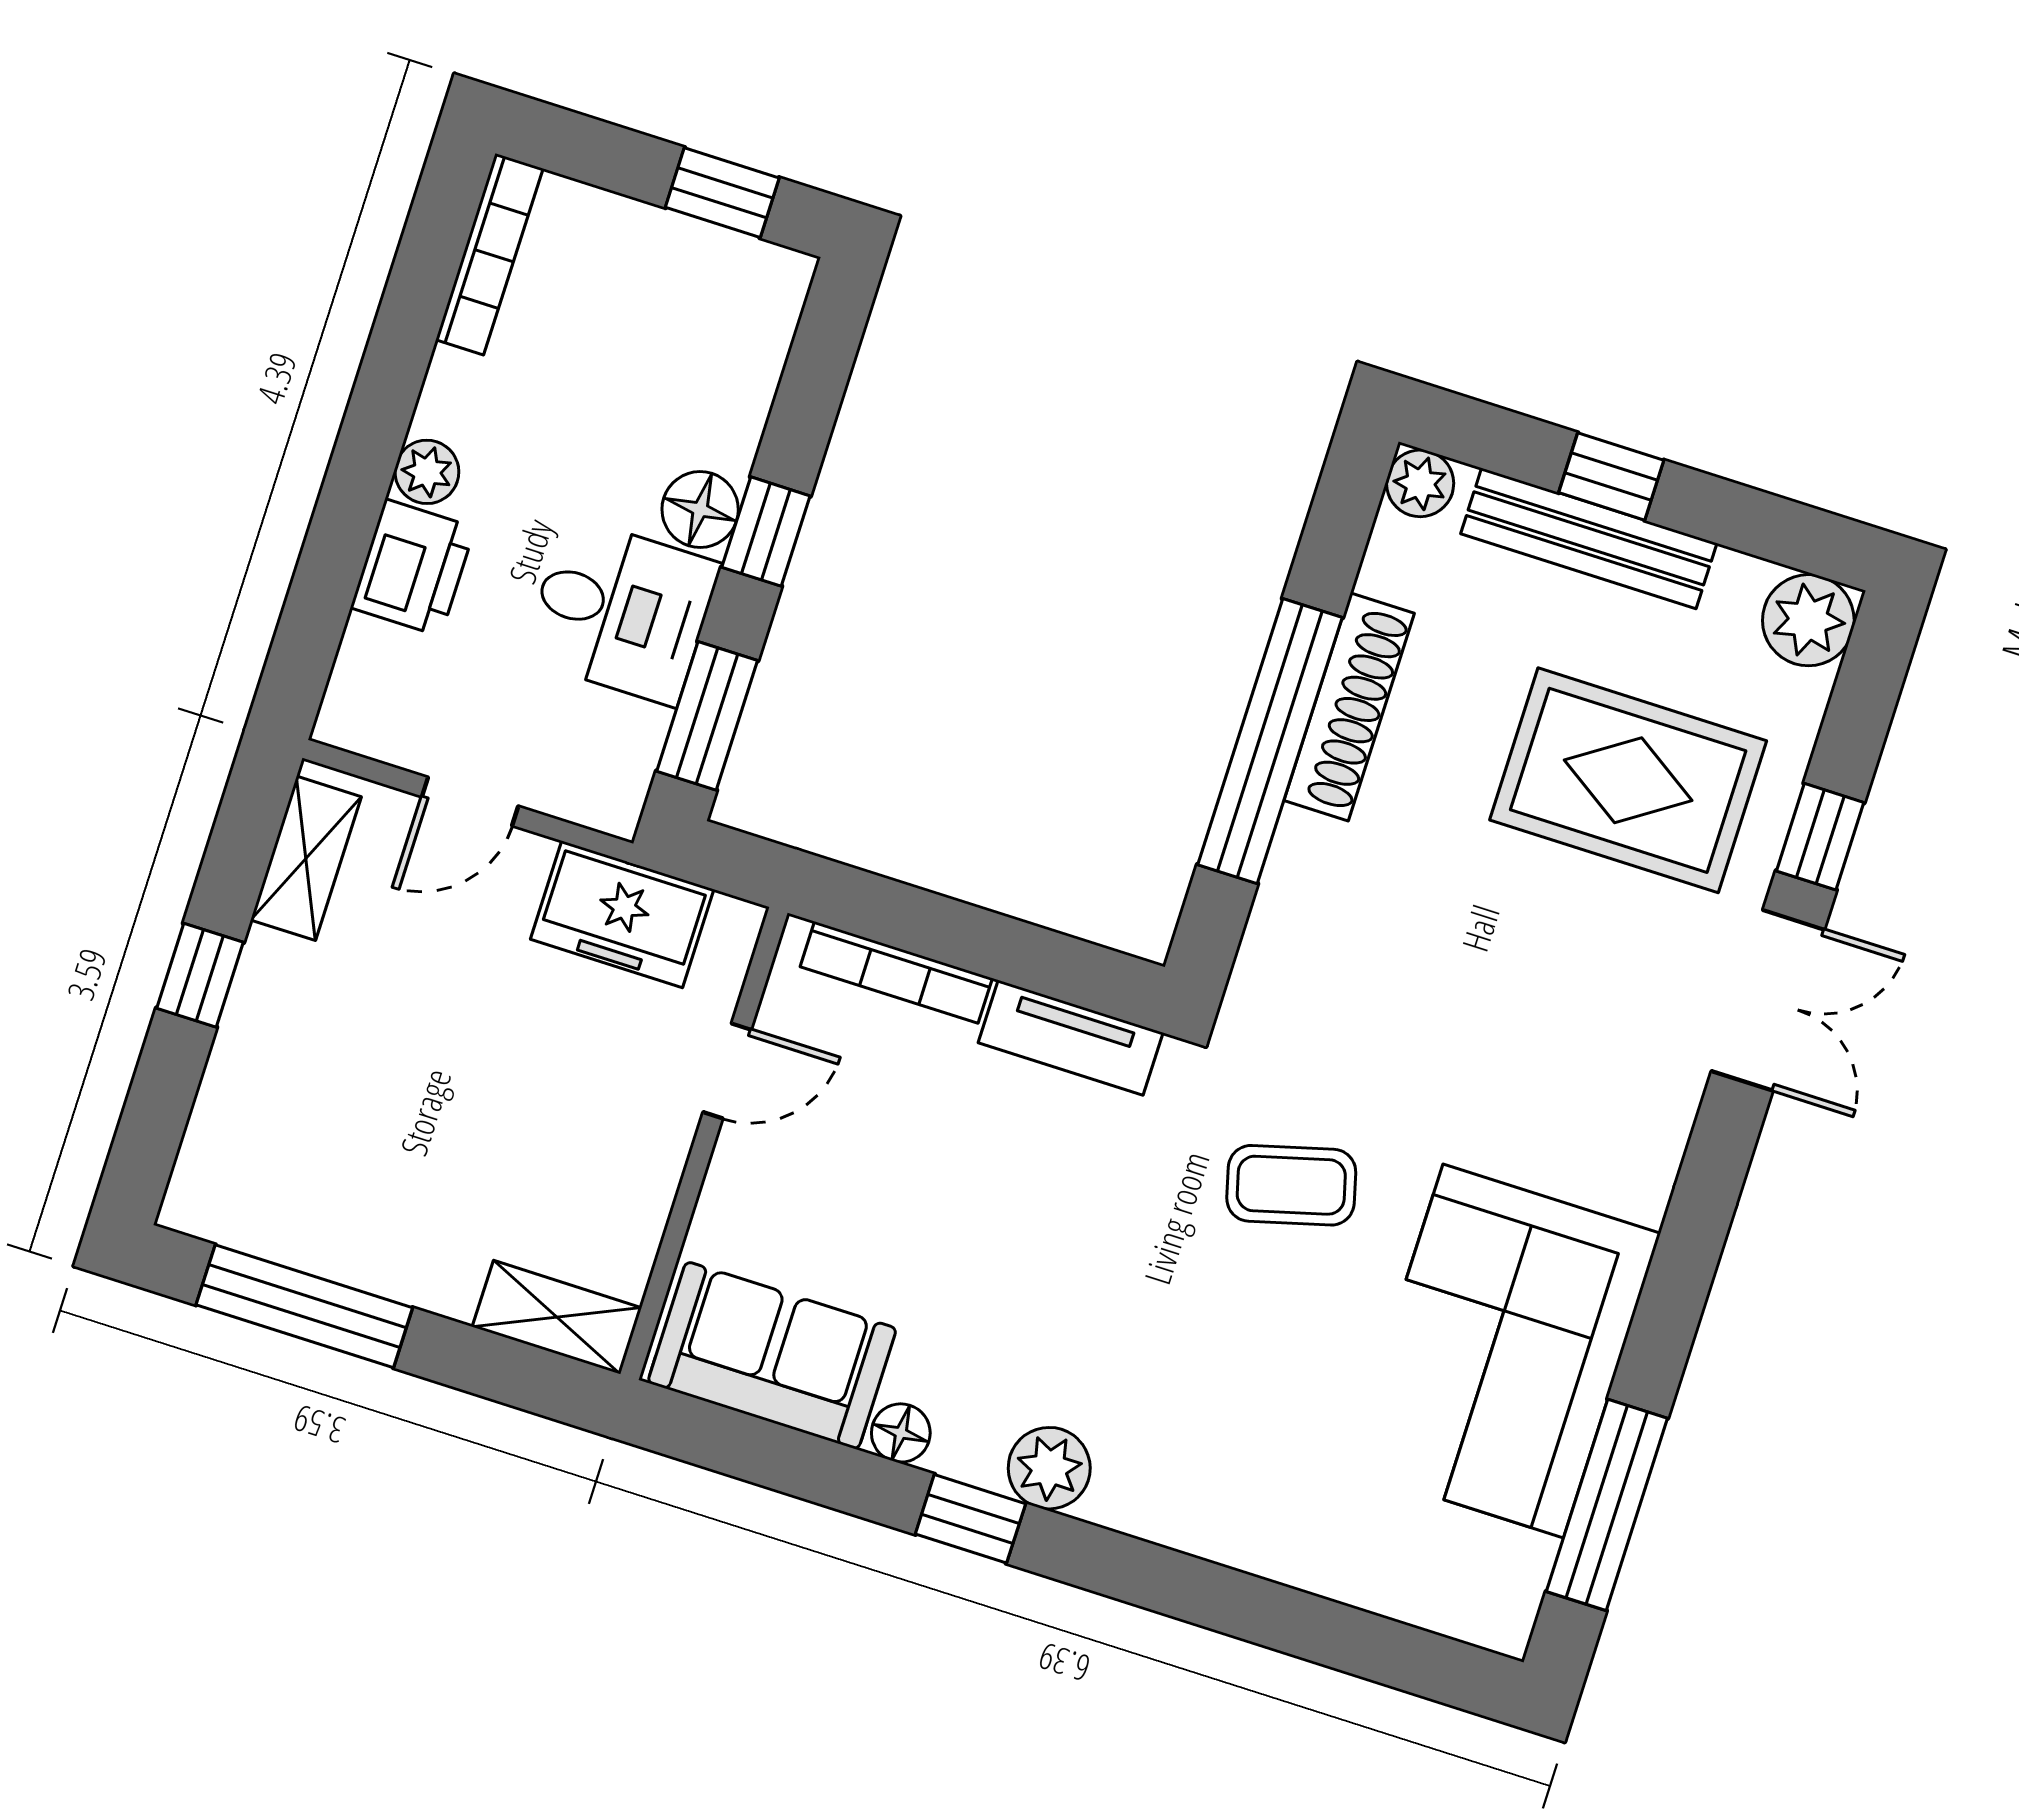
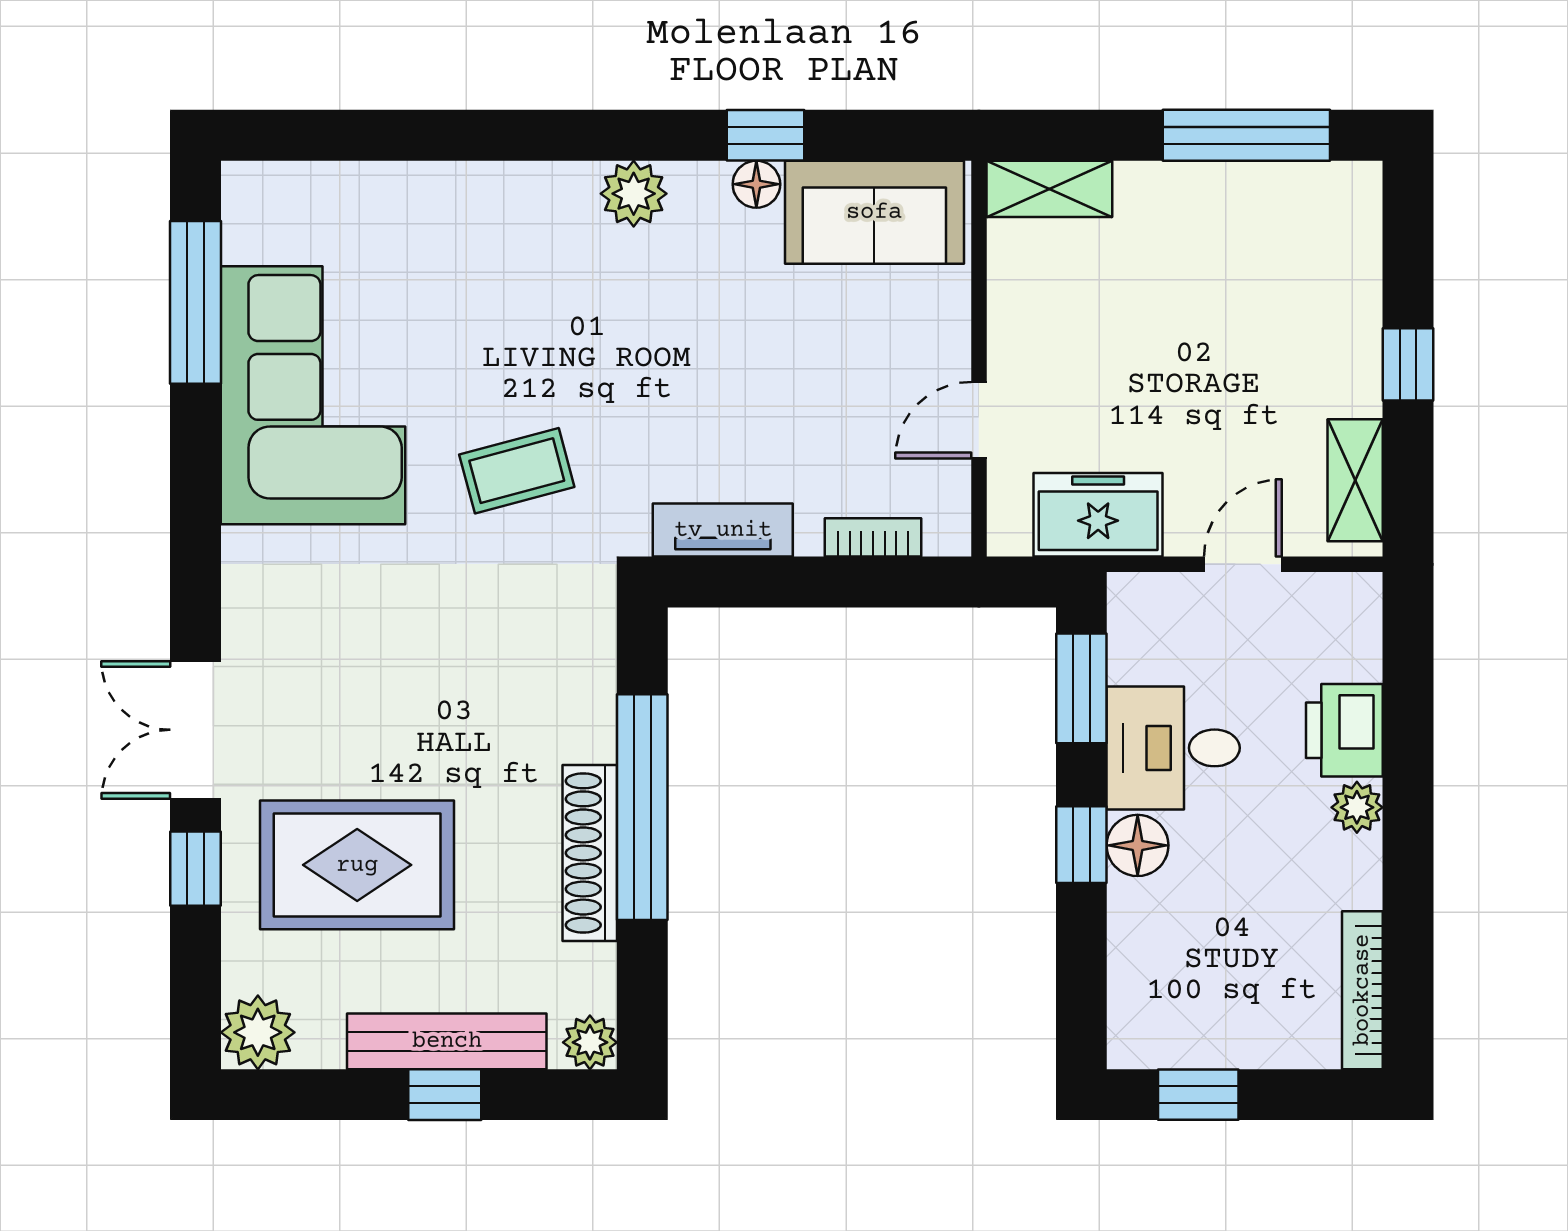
bookcase: (896, 972) -> (873, 537), width x0.64
window: (970, 1519) -> (765, 135), moved

